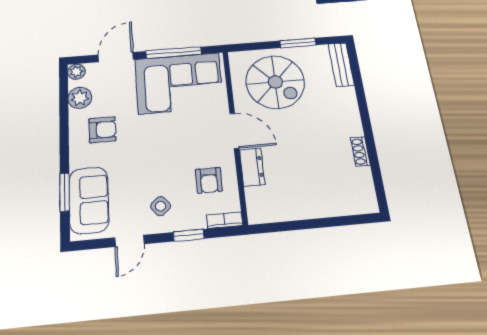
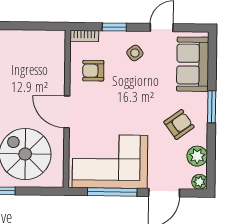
armchair: (102, 130) -> (179, 124), turned 144
dresser: (252, 167) -> (56, 78), removed
armchair: (209, 180) -> (93, 71), turned -90
window: (65, 192) -> (212, 107), moved

